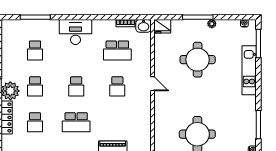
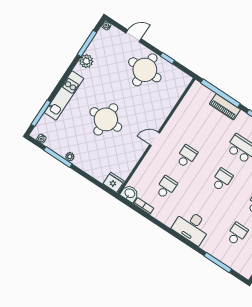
window: (198, 17) -> (58, 157), moved
school desk: (117, 50) -> (166, 187), width x0.54
round table: (198, 60) -> (106, 119), moved
door: (153, 84) -> (155, 139), hinge flipped
plant: (249, 110) -> (86, 61), added

